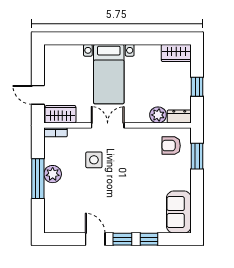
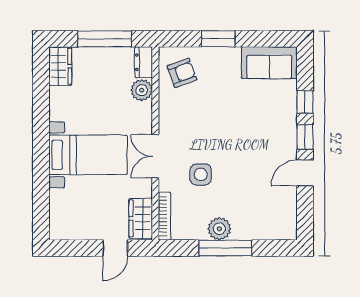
window: (197, 87) -> (104, 39), width x2.17
bookcase: (56, 132) -> (164, 216), width x1.56
armchair: (171, 146) -> (182, 73), turned -110
window: (197, 156) -> (218, 39), moved

